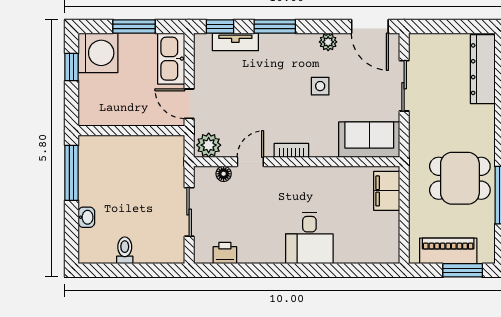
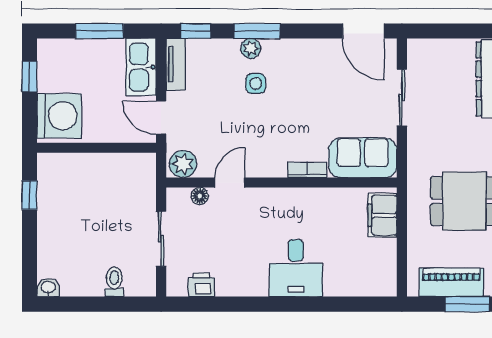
tv unit: (235, 42) -> (176, 64), moved, turned -90
plant: (328, 42) -> (251, 48), moved
washing machine: (98, 53) -> (59, 116), moved
side table: (320, 86) -> (256, 83), moved
bookcase: (291, 150) -> (307, 170), moved
window: (72, 173) -> (29, 195), width x0.46
washbasin: (86, 217) -> (48, 288), moved, turned -90
toilet: (125, 250) -> (114, 282), moved

